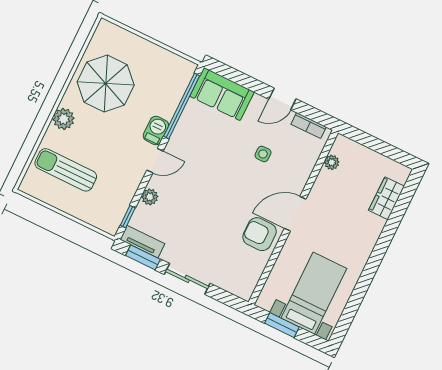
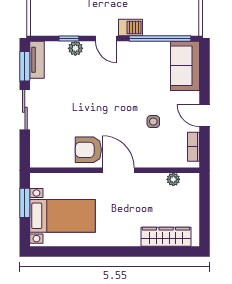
wardrobe: (387, 198) -> (166, 237), width x1.50
window: (128, 217) -> (69, 38), moved
armchair: (260, 234) -> (88, 150), turned -90

